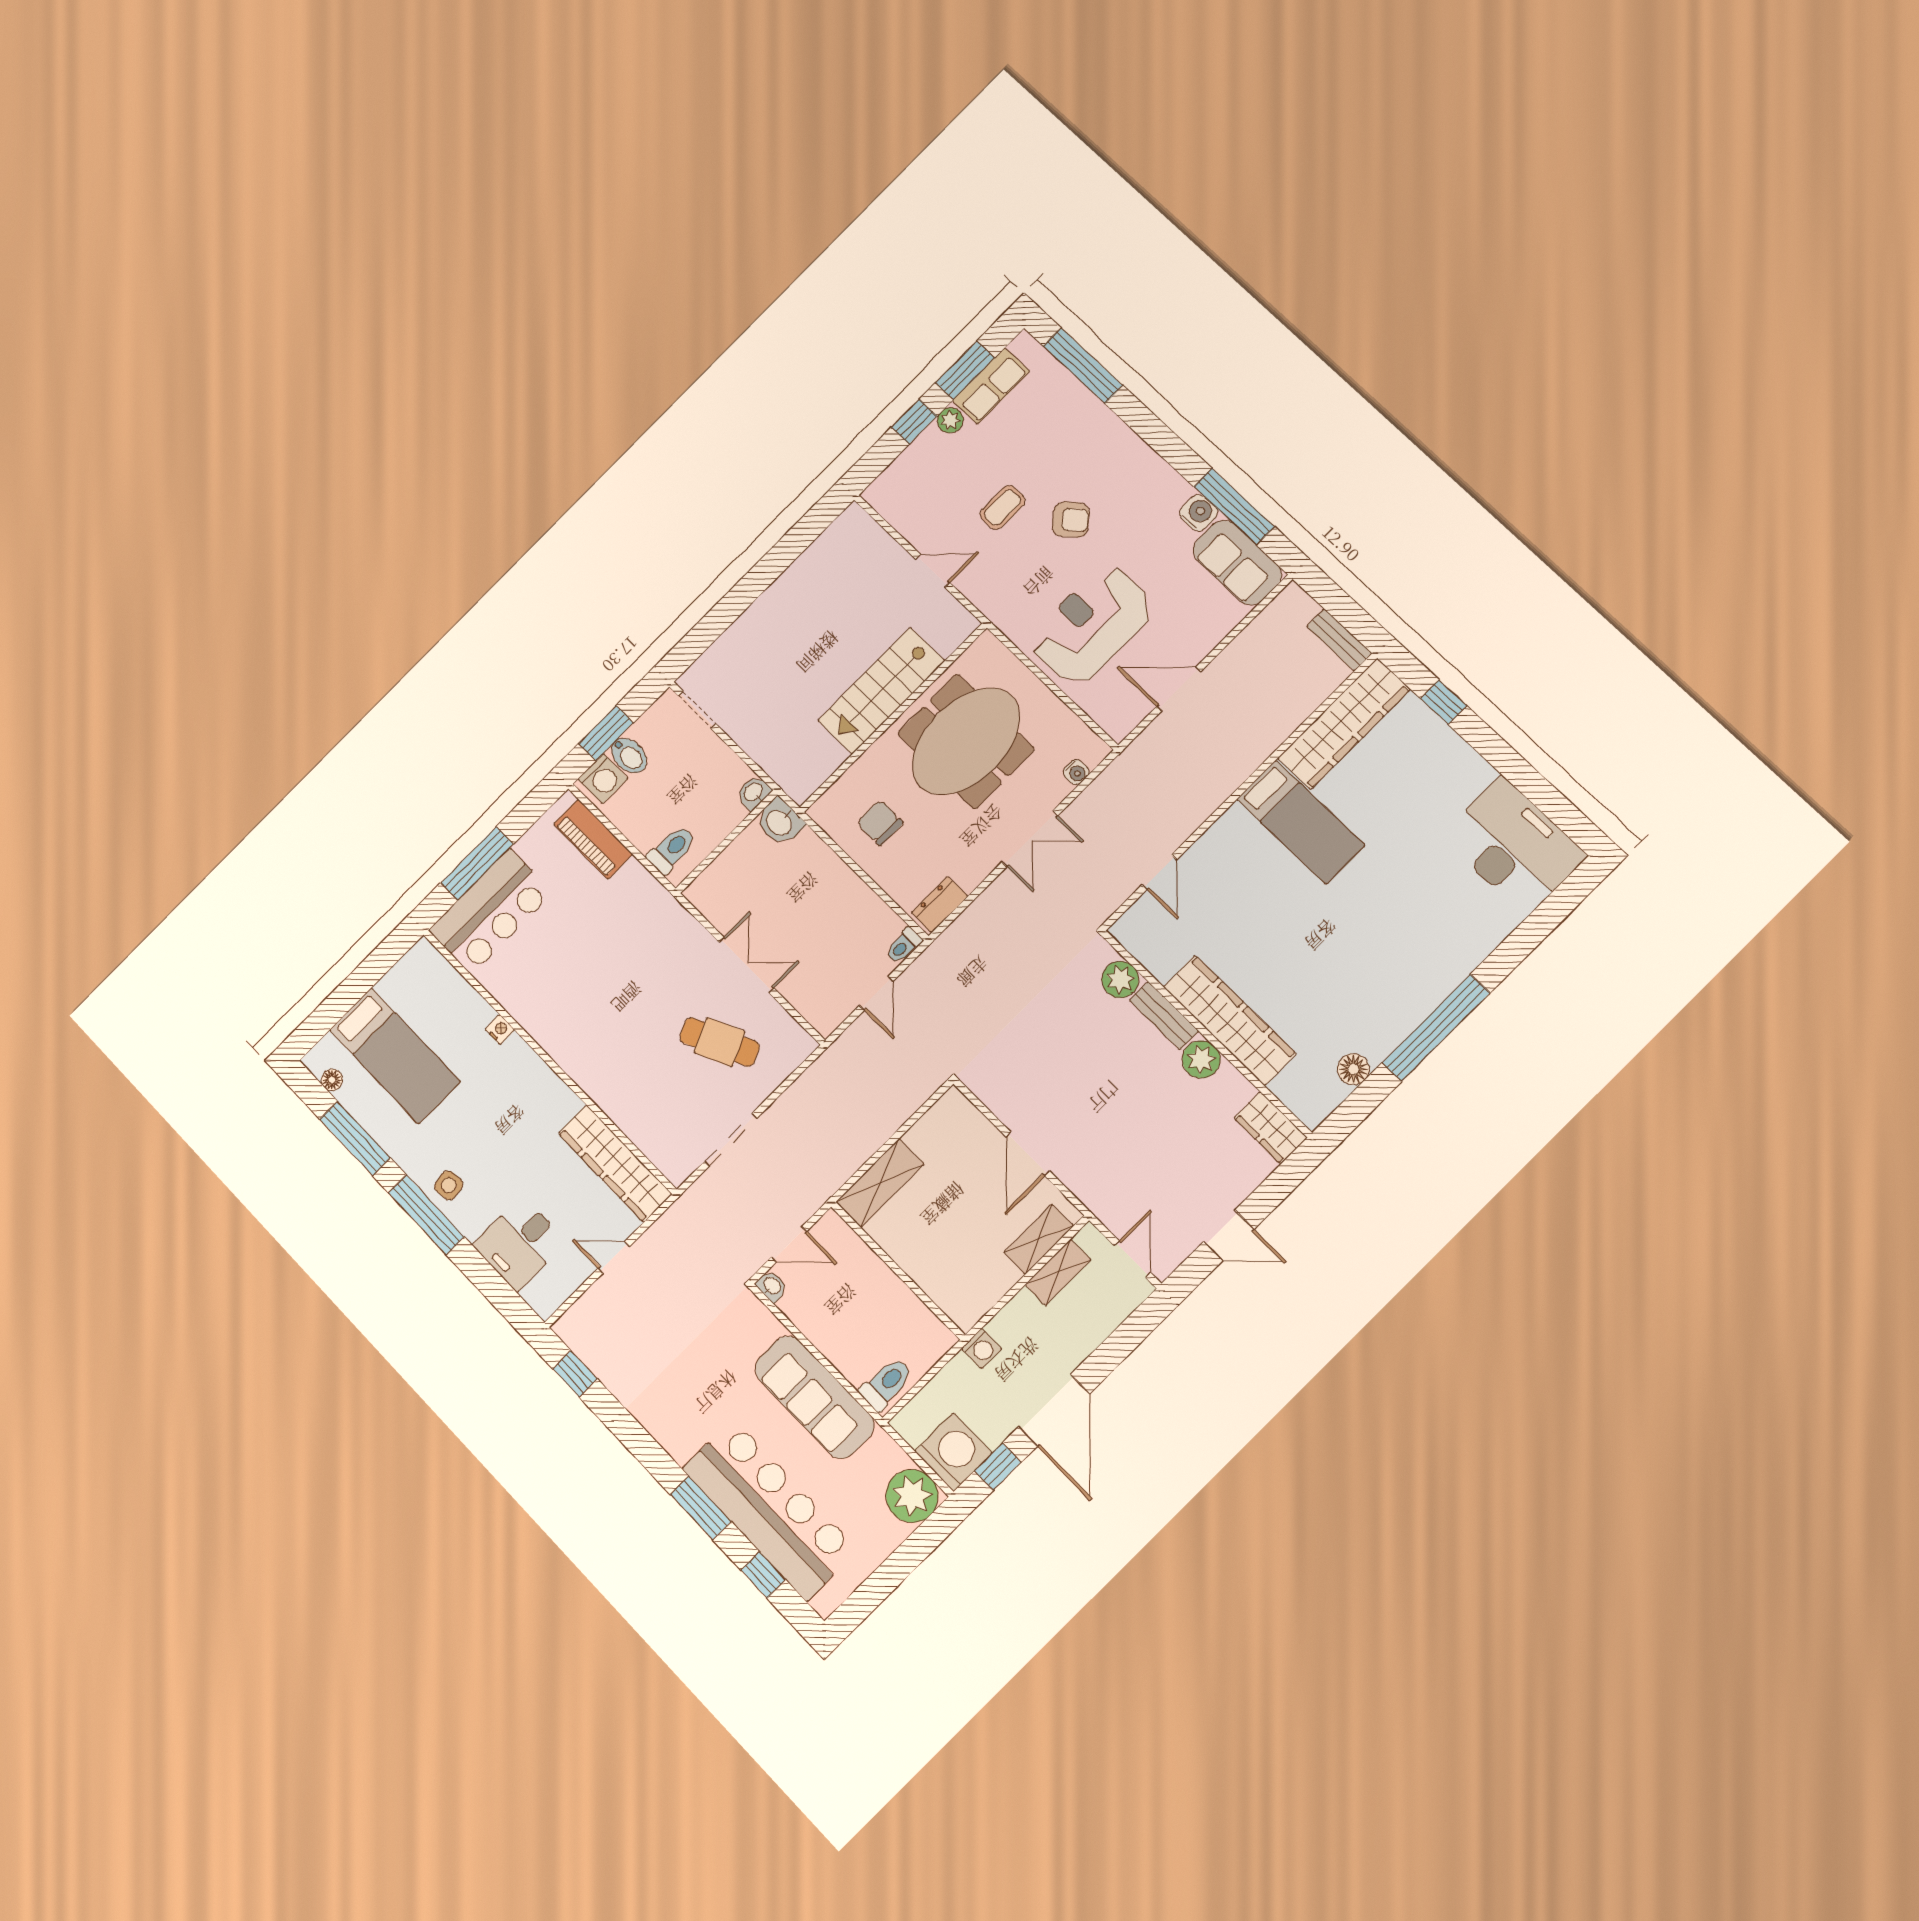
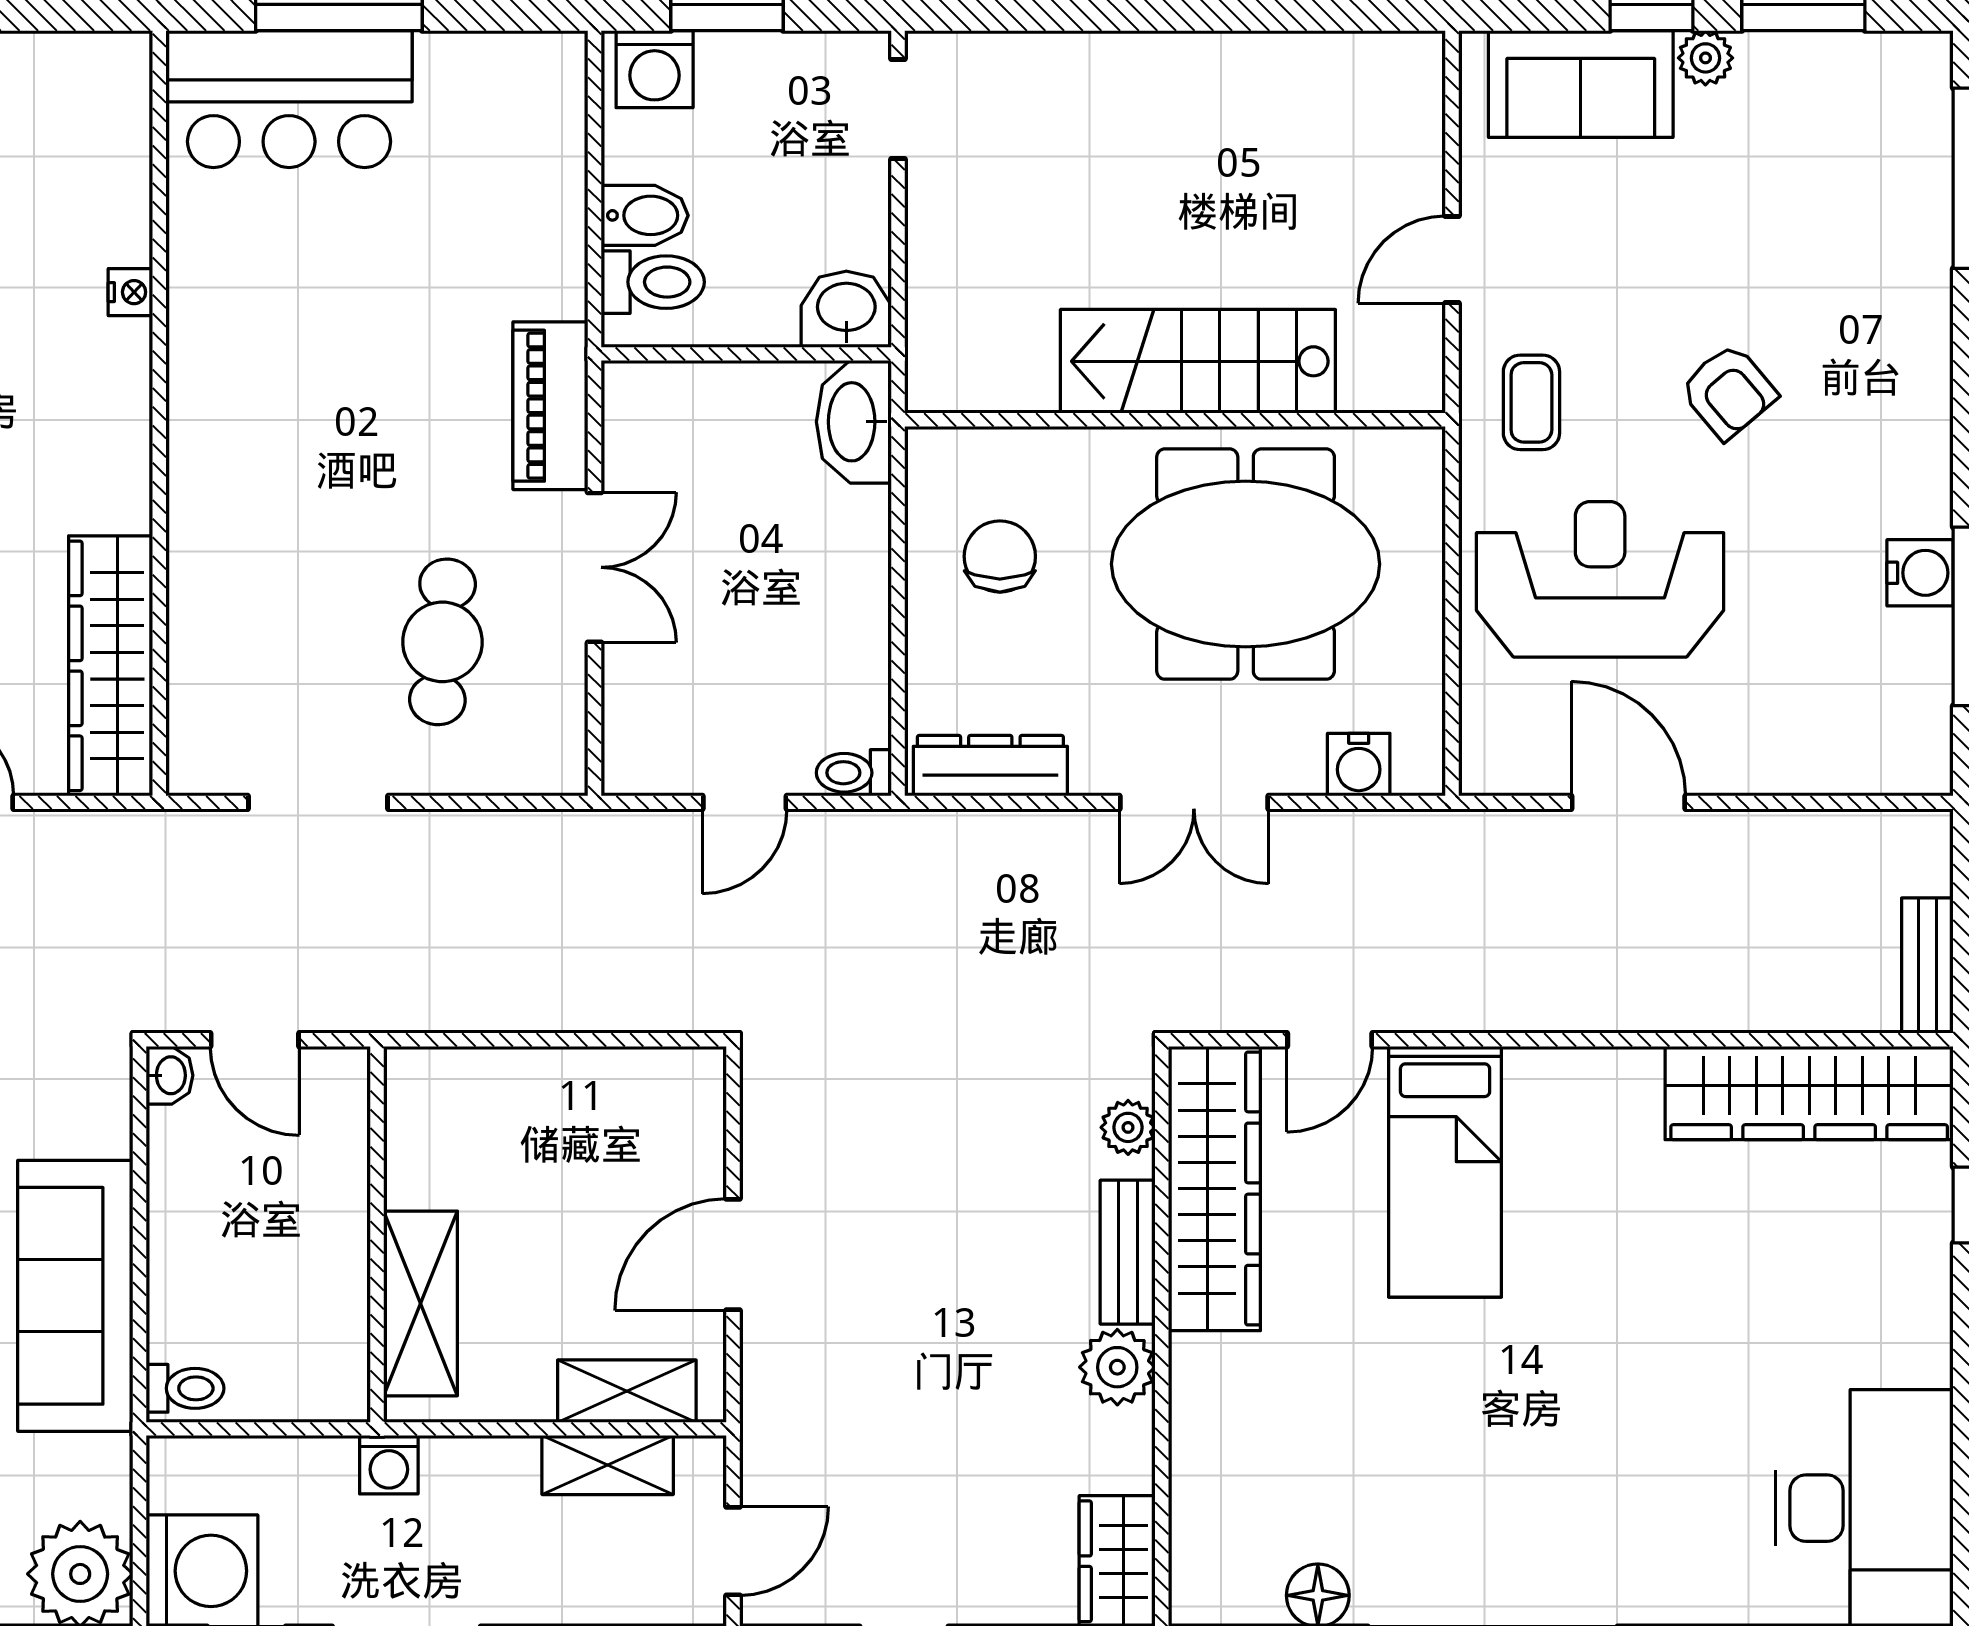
row of seats: (991, 386) -> (1817, 68), removed
coffee table: (1003, 507) -> (1531, 402), moved, turned 90
sofa: (1237, 563) -> (1581, 84), moved, turned -90
door: (933, 571) -> (1452, 260), swing flipped
bidet: (629, 756) -> (645, 215), moved, turned -90
water cooler: (1076, 772) -> (1359, 765), width x1.38, depth x1.38
washbasin: (754, 793) -> (846, 309), width x1.38, depth x1.45
washbasin: (780, 822) -> (854, 422), width x1.38
bed: (1301, 822) -> (1445, 1172), moved
piano: (593, 839) -> (550, 406), moved
dresser: (940, 904) -> (990, 766), width x1.44
plant: (1120, 979) -> (1128, 1127), width x0.73, depth x0.73
wardrobe: (1230, 1020) -> (1214, 1189), moved
cafe table: (720, 1042) -> (442, 642), turned 30
shelving: (880, 1183) -> (420, 1303), moved, turned 90
toilet: (886, 1384) -> (185, 1388), width x0.73, depth x0.72

